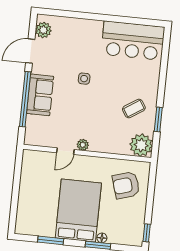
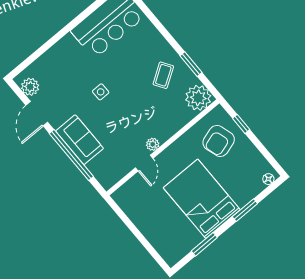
window: (147, 233) -> (241, 124), moved
floor lamp: (102, 238) -> (268, 179), moved

